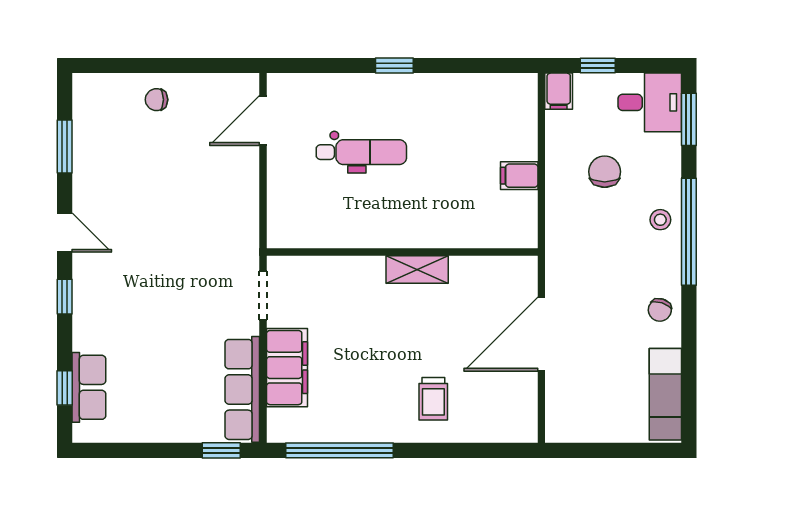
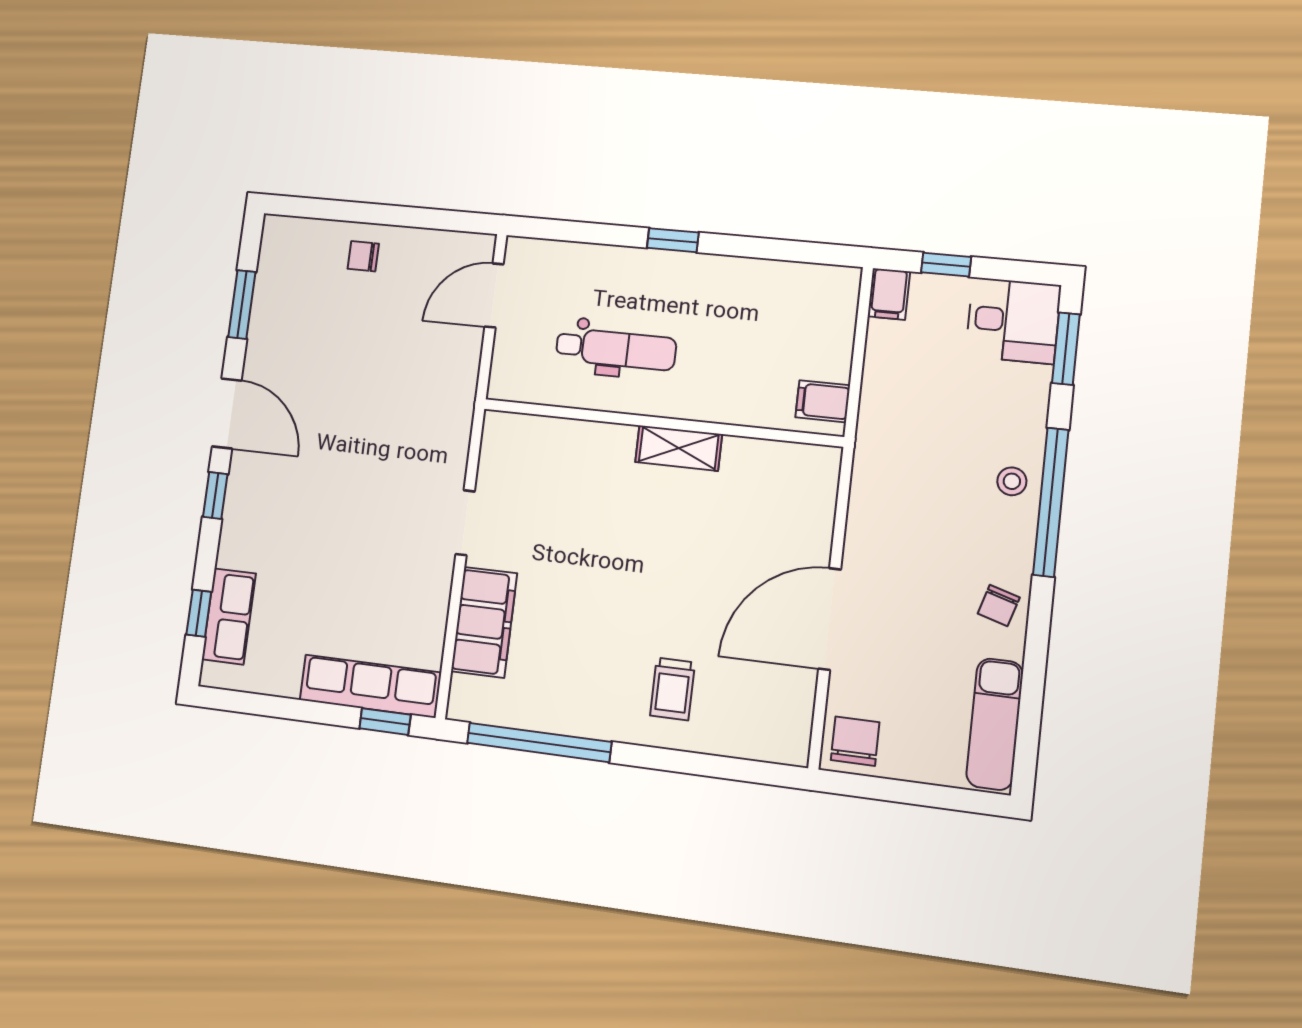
chair: (605, 172) -> (855, 741), moved
door: (65, 233) -> (227, 413), width x1.38
wall: (402, 252) -> (662, 423), moved
shelving: (417, 269) -> (679, 448), moved
row of seats: (242, 389) -> (370, 686), moved, turned 90

